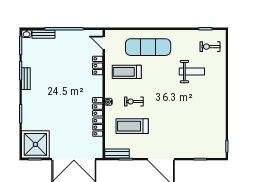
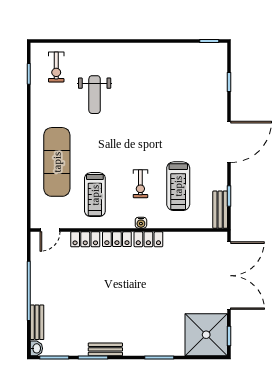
weight bench: (192, 72) -> (95, 95), turned 180
locker: (98, 127) -> (117, 239), moved

